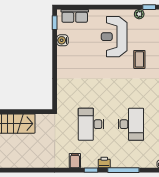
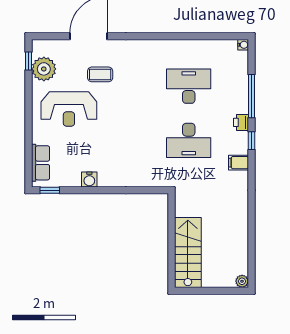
plant: (139, 14) -> (44, 69), width x1.88, depth x1.88
water cooler: (63, 40) -> (89, 180), moved

